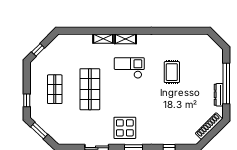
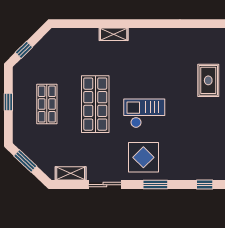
shelving: (125, 39) -> (71, 173), moved
checkout: (129, 68) -> (144, 113), moved
window: (27, 100) -> (8, 102), moved

